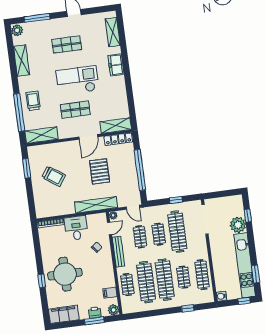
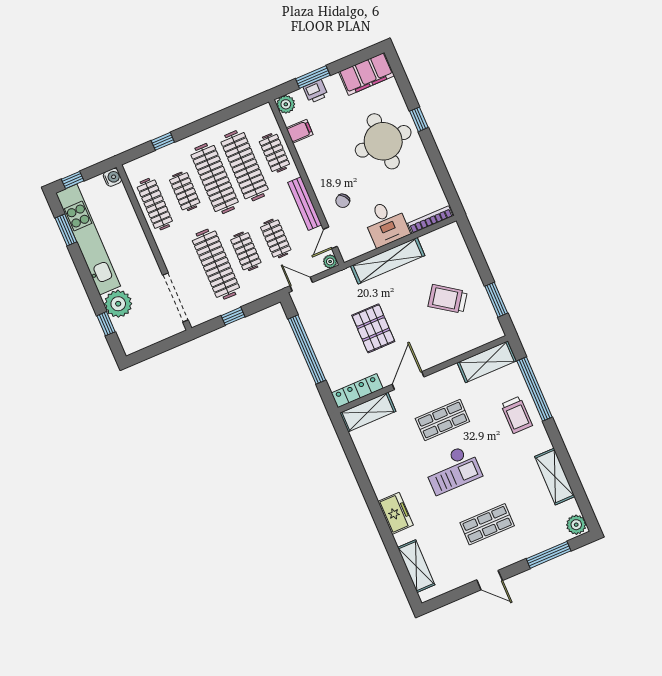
checkout: (77, 80) -> (452, 470), width x0.73, depth x0.83
shelving: (96, 205) -> (388, 261), moved

